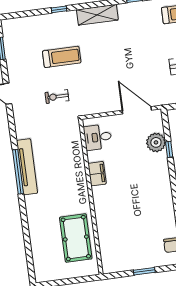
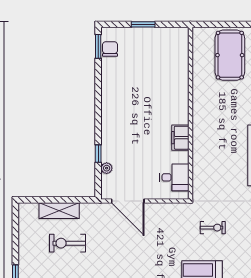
plant: (156, 142) -> (107, 168), width x0.53, depth x0.53
pool table: (76, 238) -> (230, 55), moved

